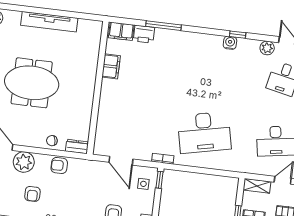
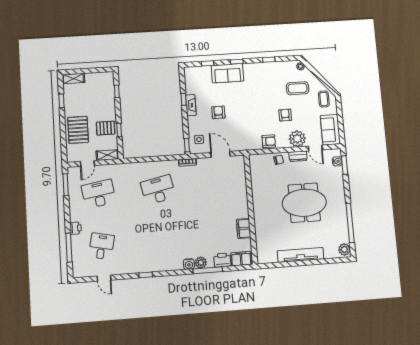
water cooler: (230, 43) -> (189, 264), moved
plant: (267, 48) -> (201, 263), moved
desk: (204, 132) -> (158, 190), width x0.73, depth x0.77
dresser: (77, 146) -> (298, 156), moved

